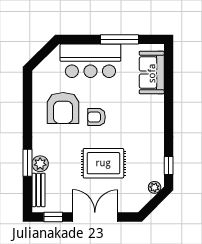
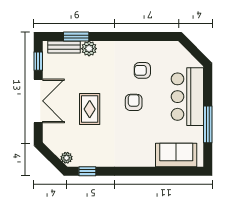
armchair: (63, 108) -> (142, 70), width x0.53, depth x0.53
window: (28, 163) -> (76, 36), moved
rug: (103, 163) -> (90, 109), width x0.73, depth x0.70

